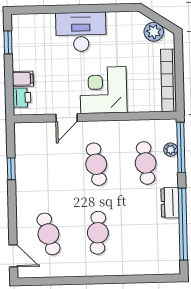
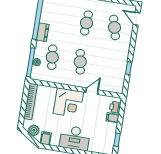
filing cabinet: (131, 22) -> (46, 138), added

